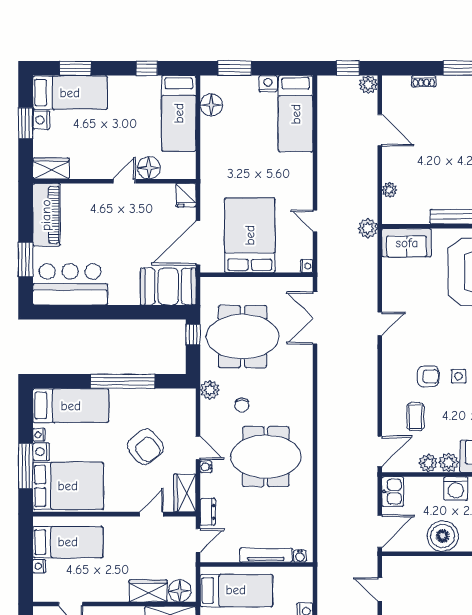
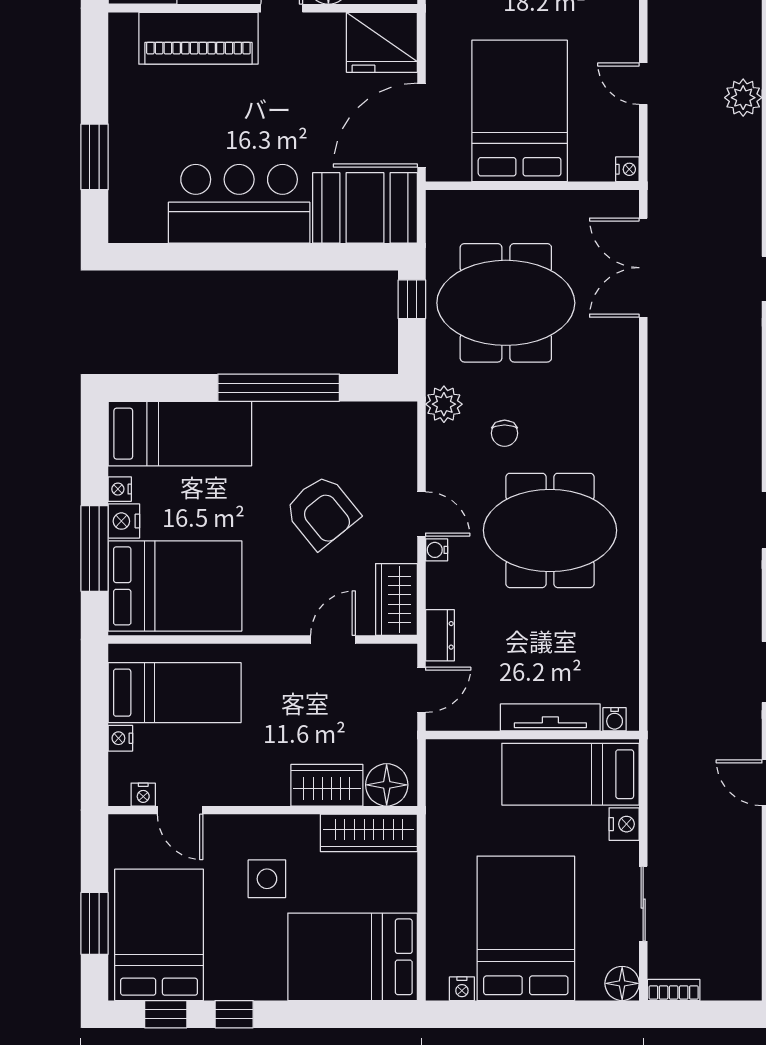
fridge: (186, 195) -> (382, 42), width x1.88, depth x1.34
piano: (46, 215) -> (198, 38), moved, turned 90
bar counter: (70, 284) -> (239, 204), moved
bed: (236, 590) -> (570, 774), moved, turned 180
nightstand: (51, 596) -> (143, 795), added

